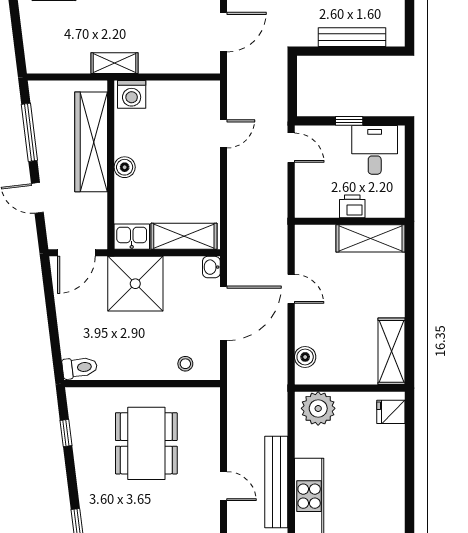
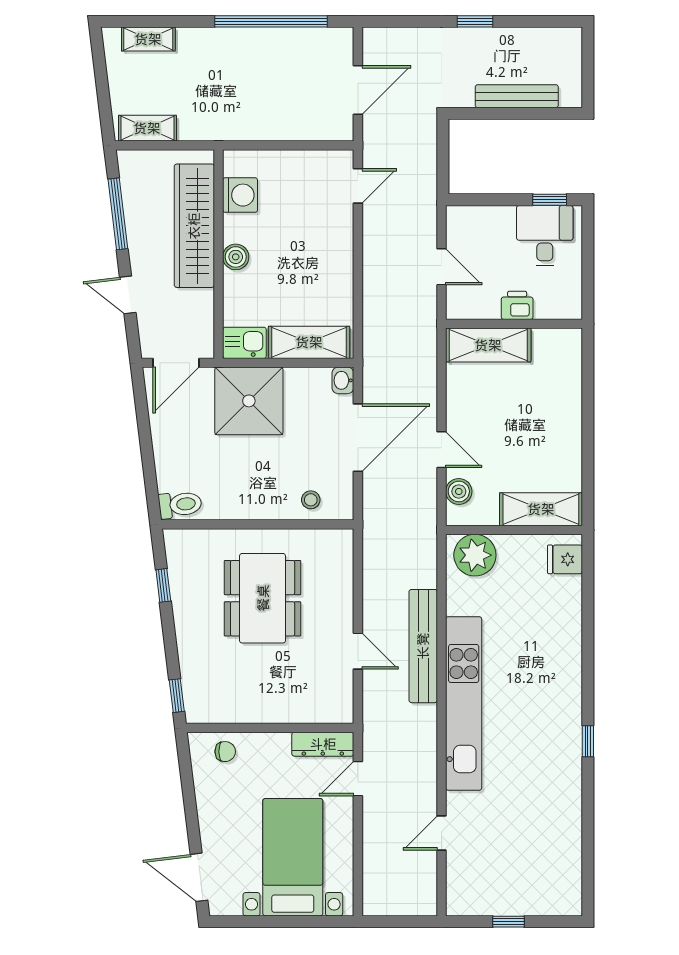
shelving: (114, 63) -> (147, 128), moved
washing machine: (132, 94) -> (240, 195), moved, turned -90
window: (349, 121) -> (550, 200), moved
door: (223, 134) -> (358, 186), moved
door: (291, 148) -> (442, 267), moved
shelving: (371, 238) -> (488, 345), moved
door: (291, 289) -> (442, 450), moved
shelving: (392, 351) -> (541, 509), moved, turned 90

